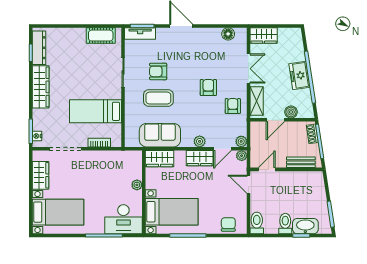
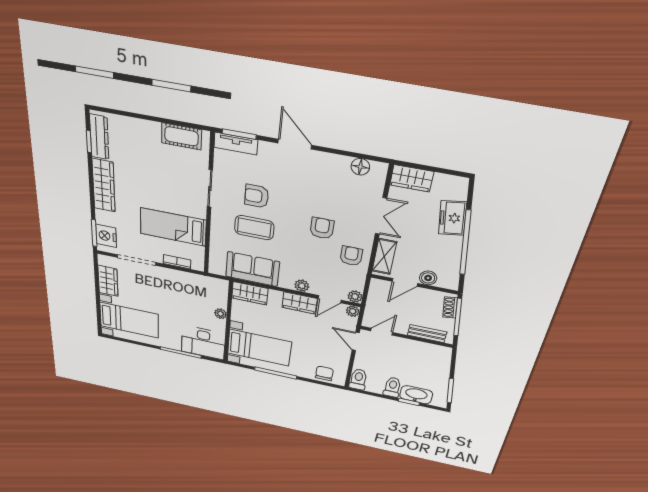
freezer: (299, 75) -> (452, 218), moved
nightstand: (37, 136) -> (106, 236), width x1.89, depth x1.79

